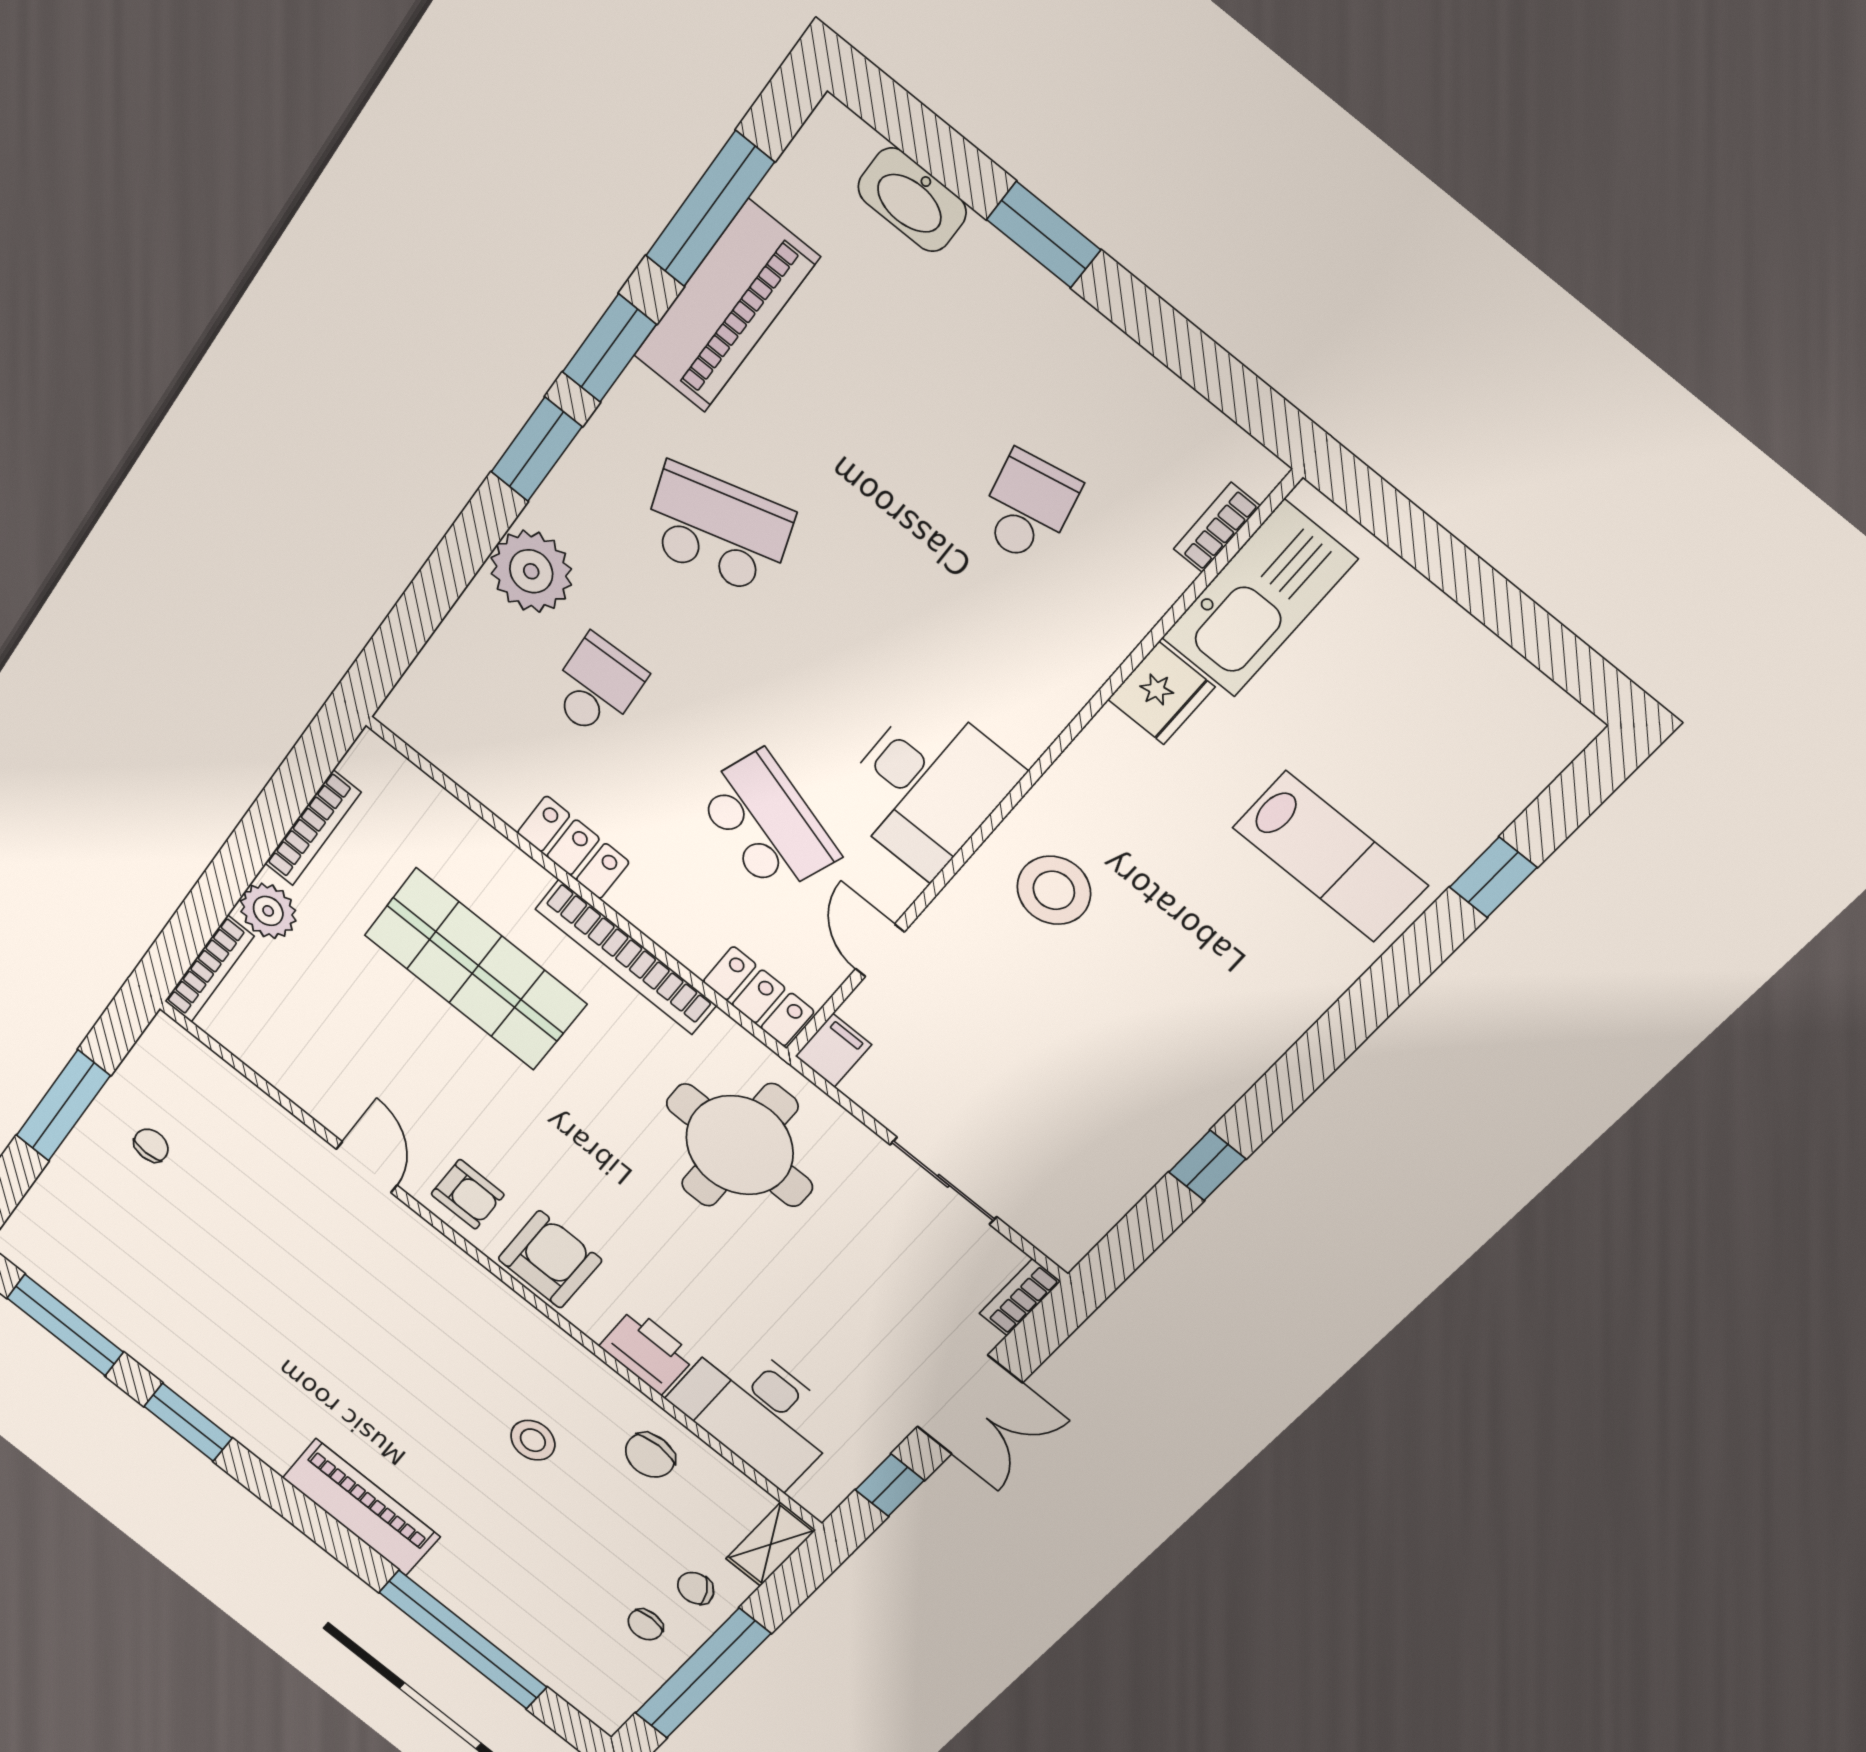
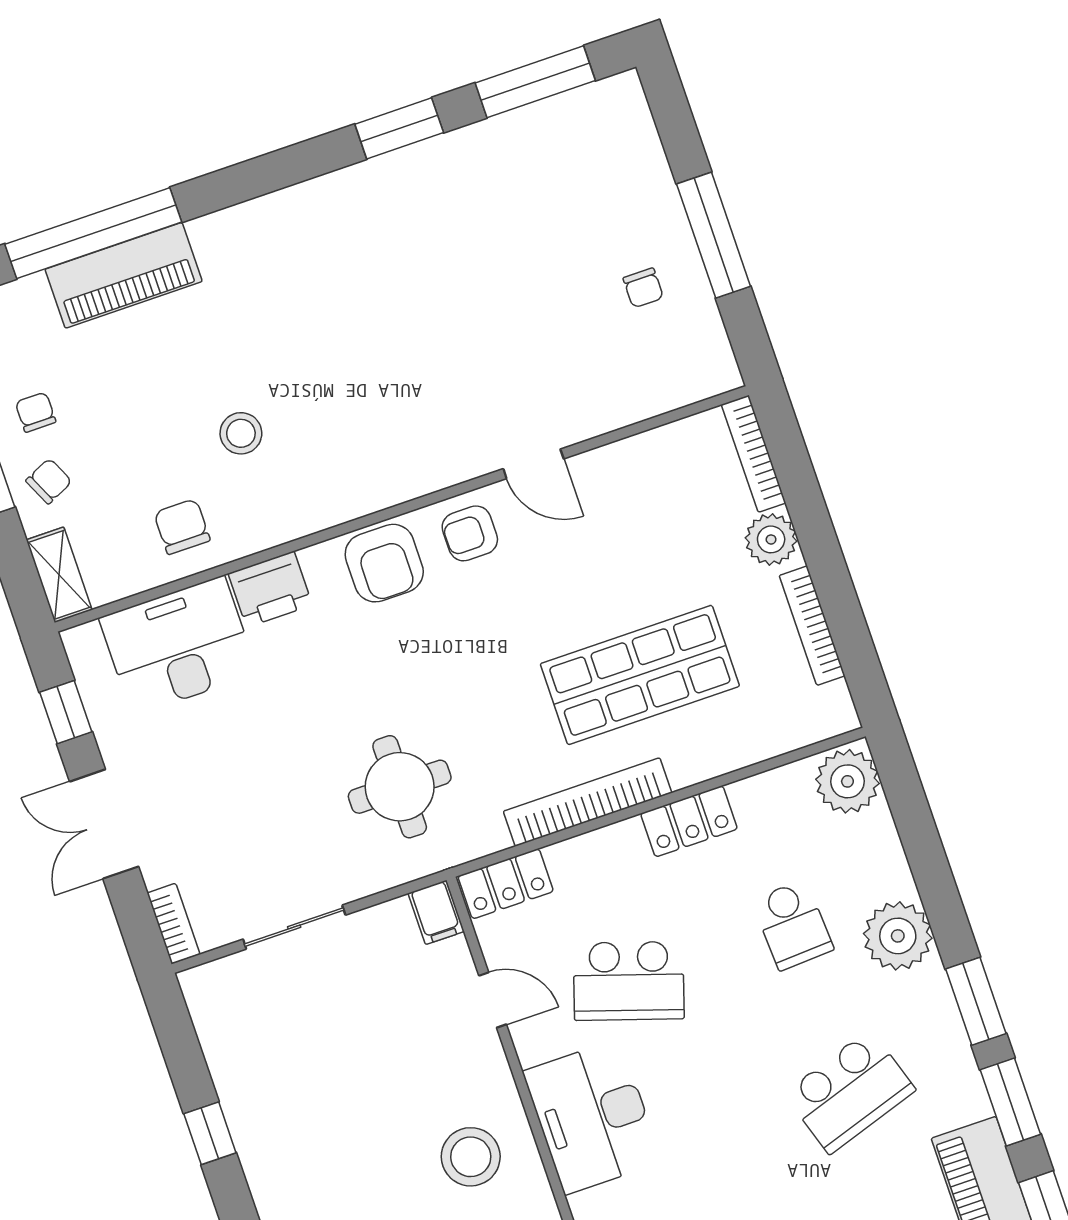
plant: (425, 710) -> (847, 781), added
round table: (740, 1145) -> (400, 787), width x0.73, depth x0.73
piano: (361, 1507) -> (124, 275), moved

